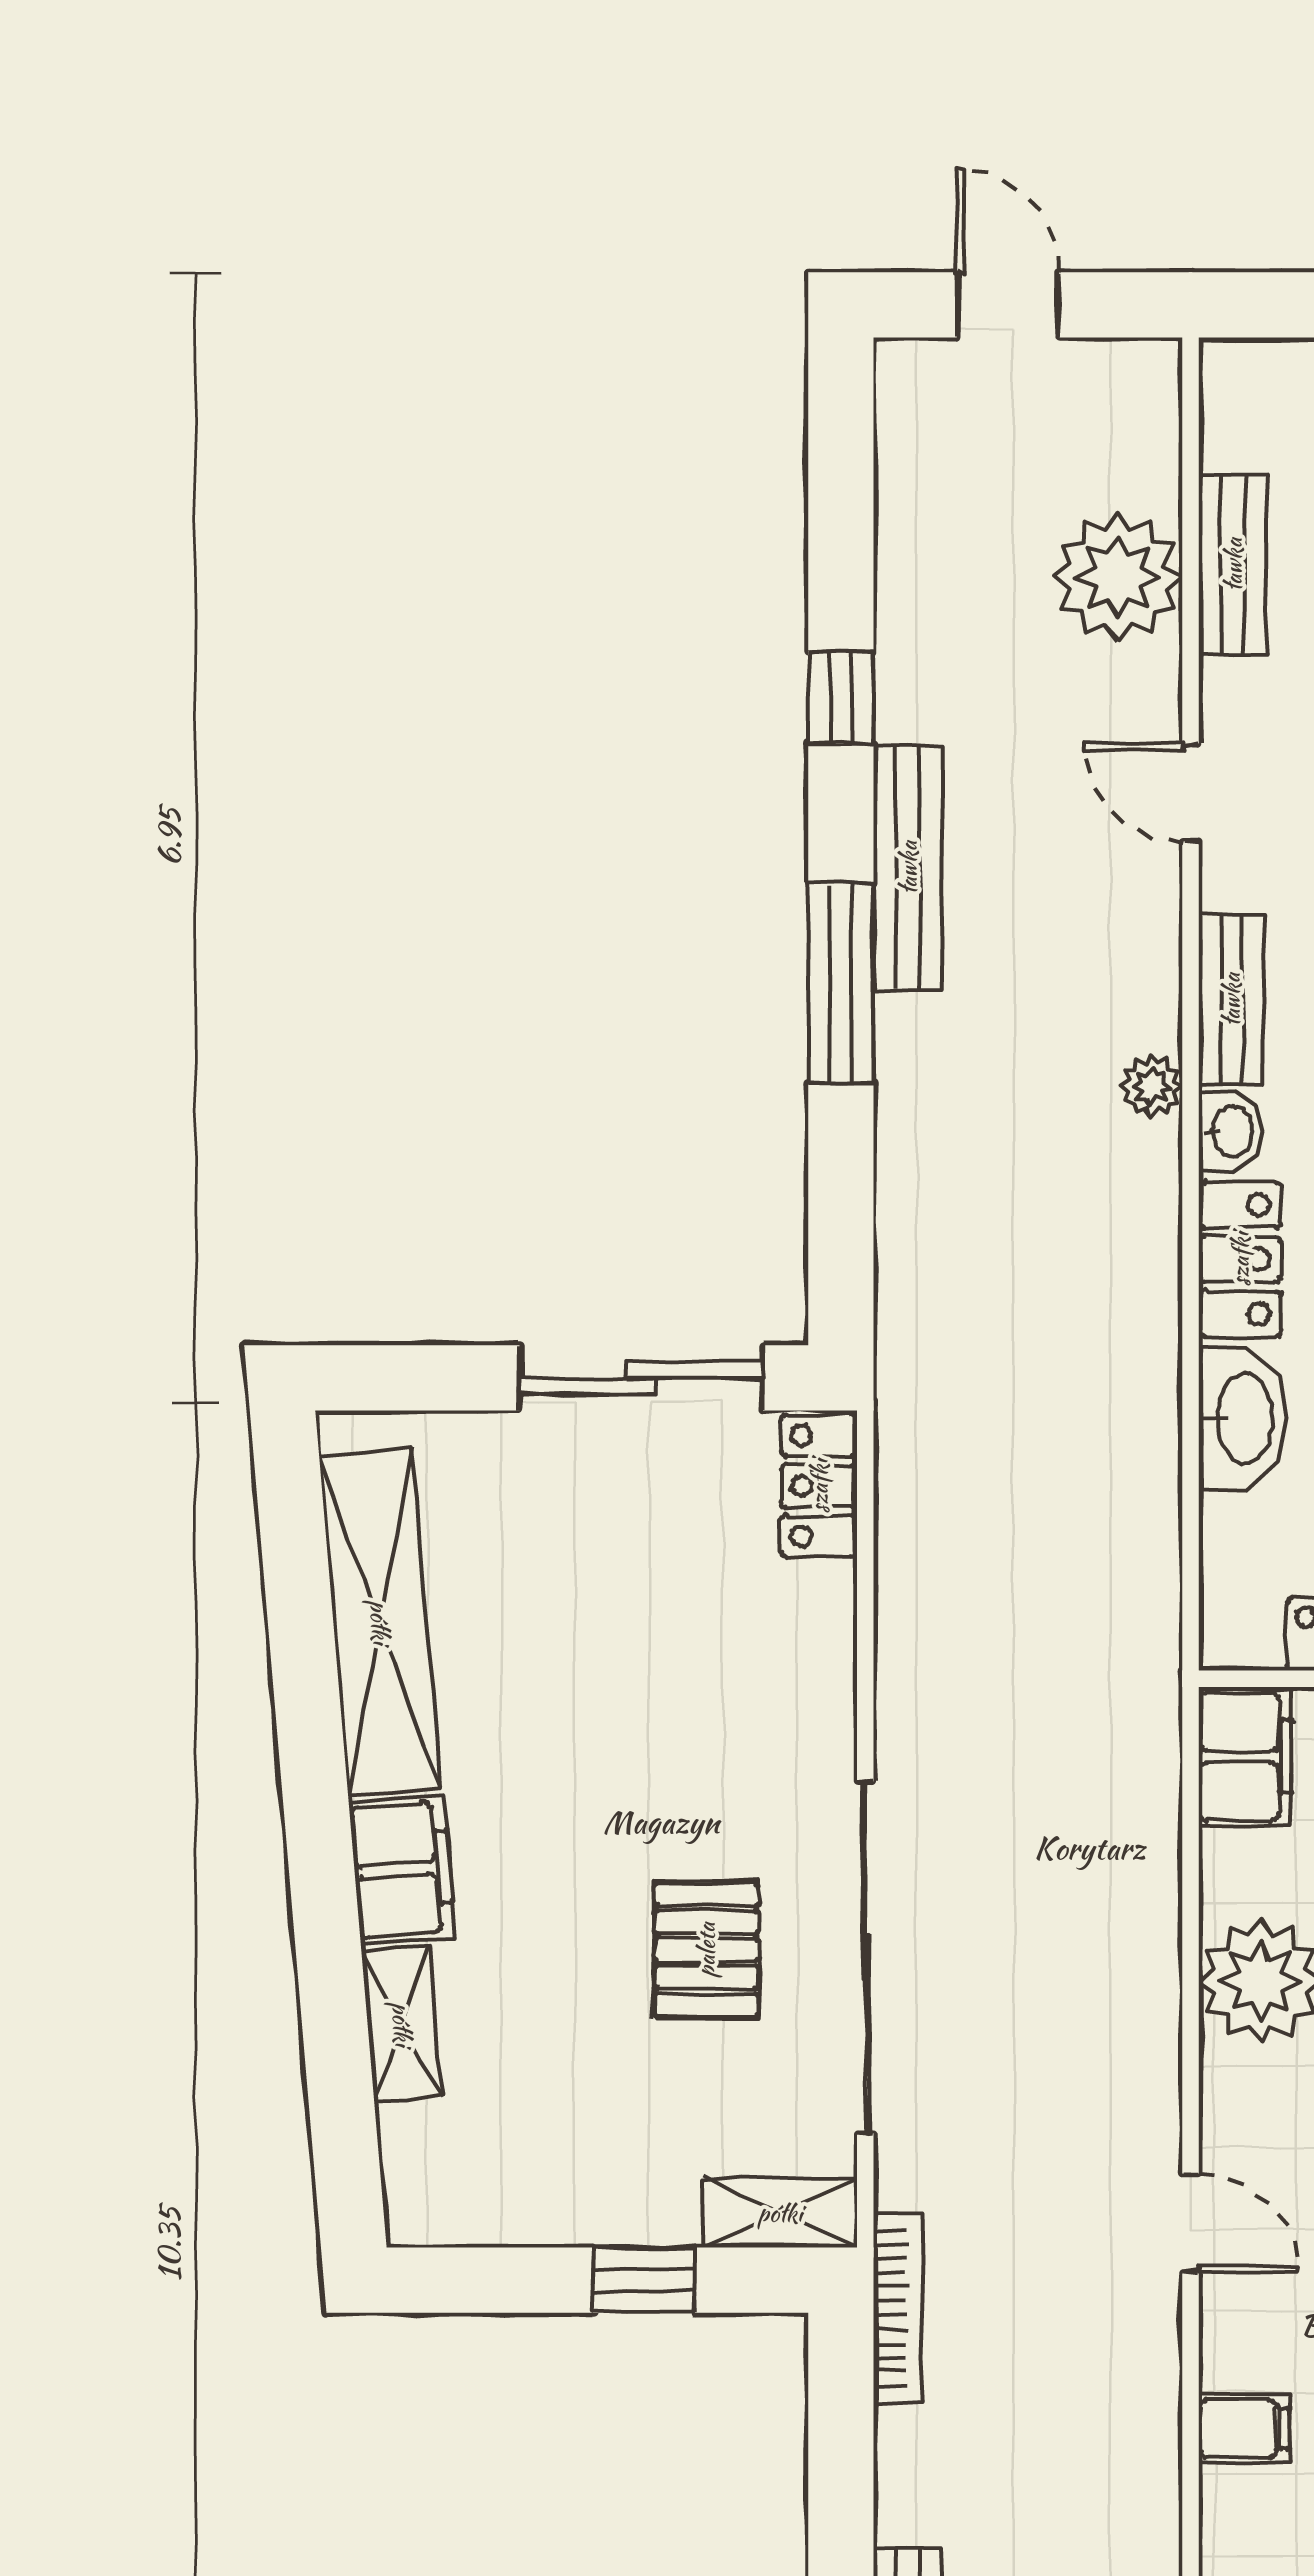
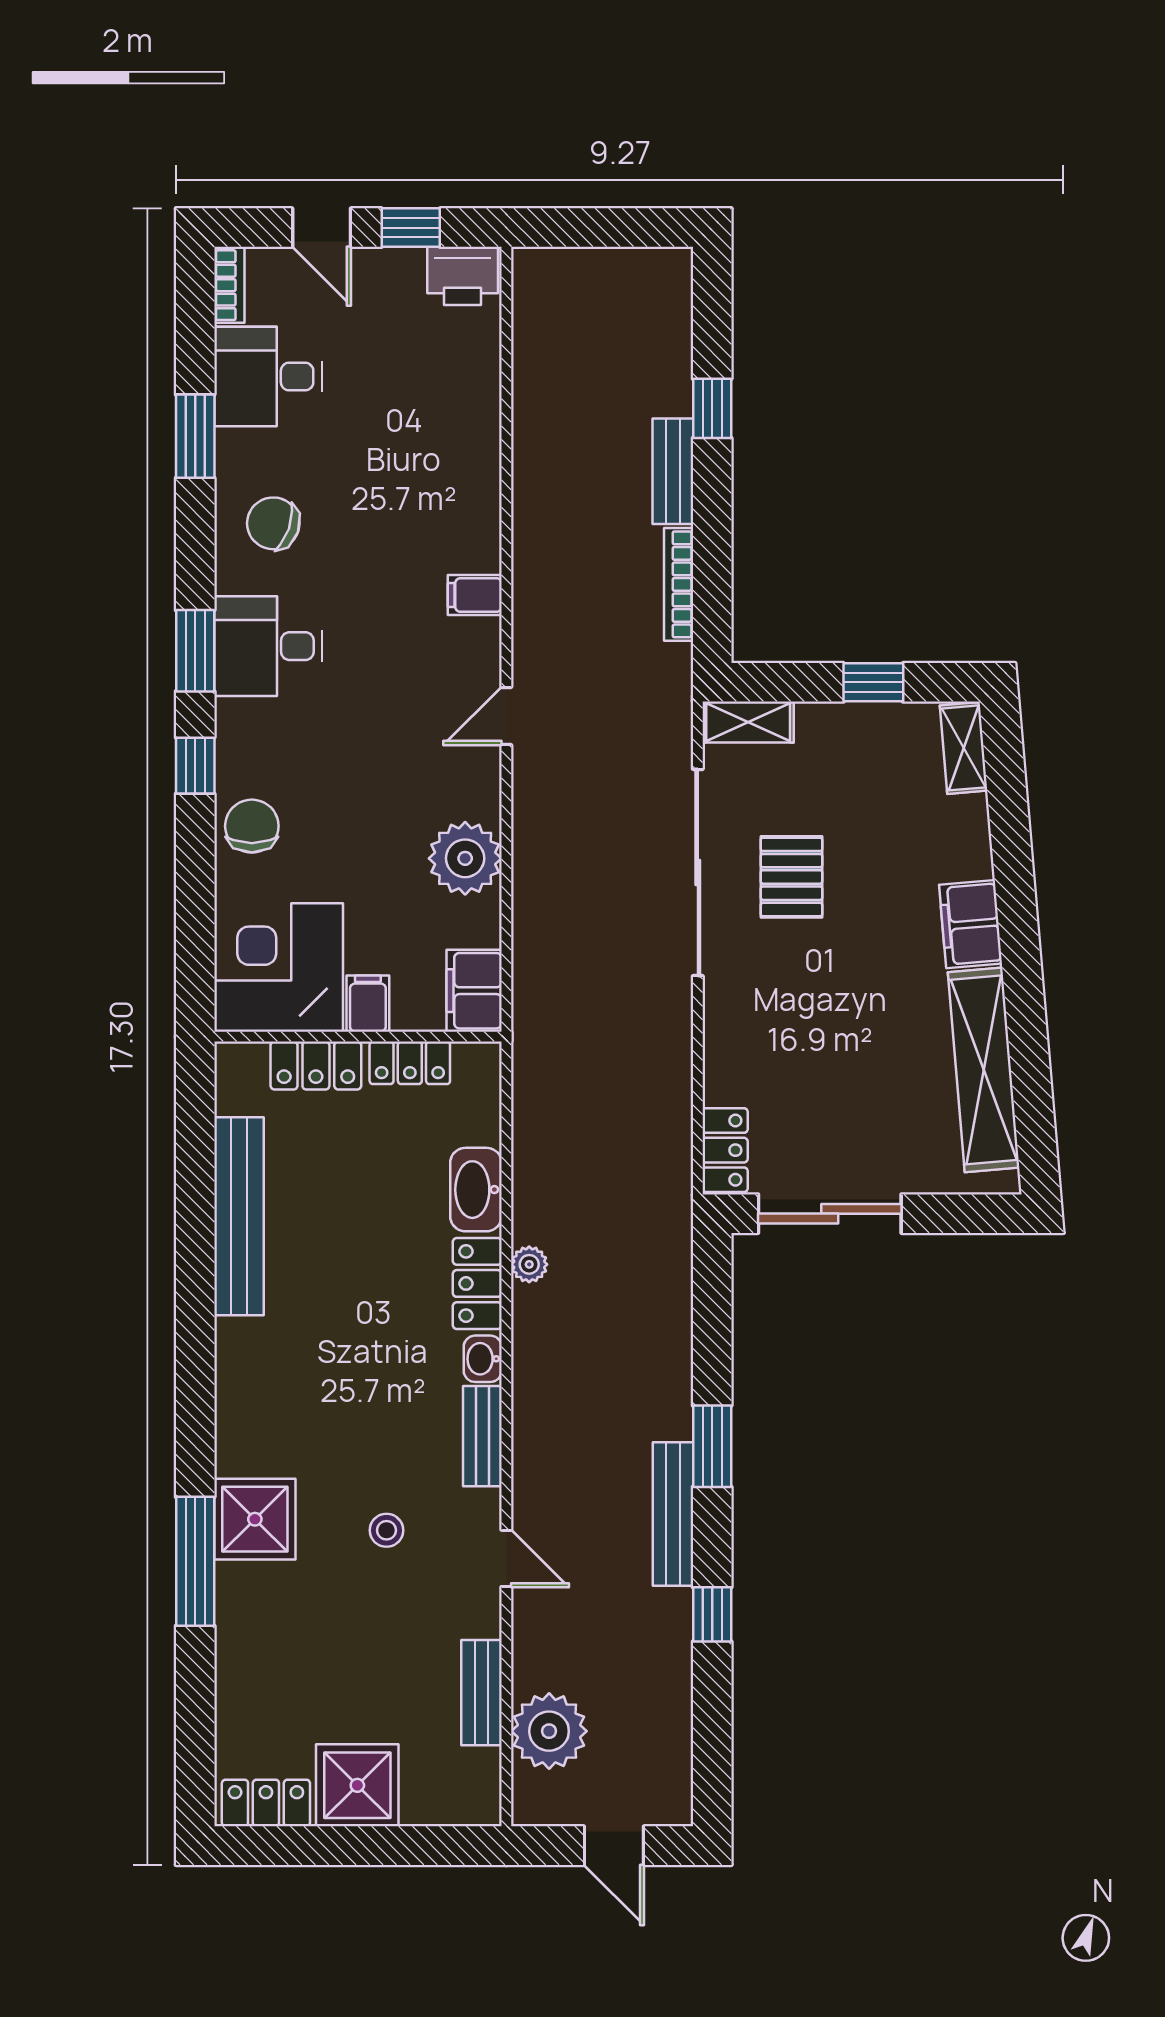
plant: (1118, 577) -> (549, 1731), moved
window: (841, 983) -> (712, 1446), width x0.69
plant: (1152, 1086) -> (529, 1264), moved
shelving: (402, 2024) -> (964, 748), moved
door: (1190, 2223) -> (506, 716), hinge flipped
window: (643, 2280) -> (873, 682), moved
bookcase: (898, 2308) -> (679, 584), moved

